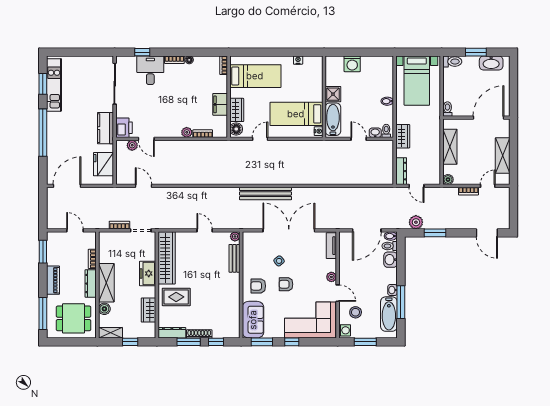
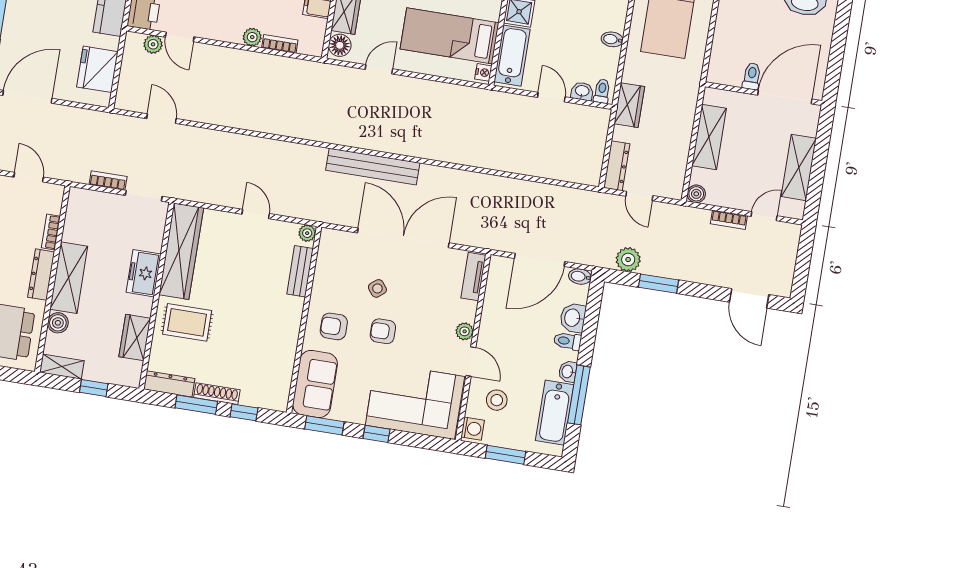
toilet: (447, 109) -> (752, 76), moved
toilet: (390, 246) -> (567, 341), moved

